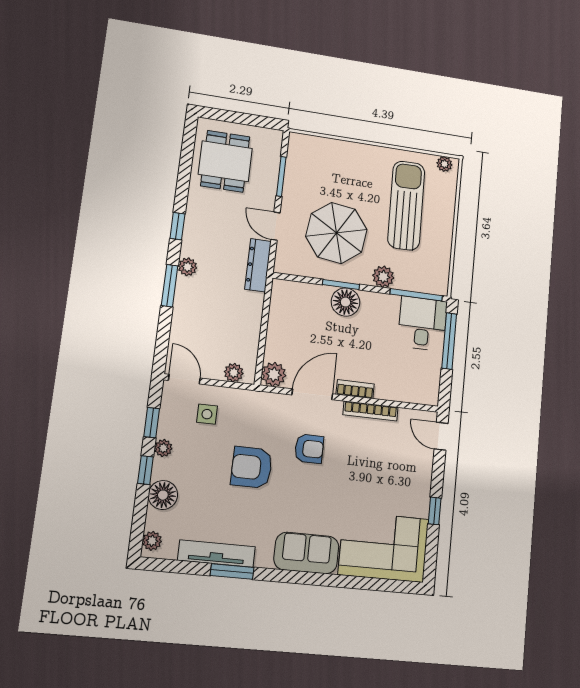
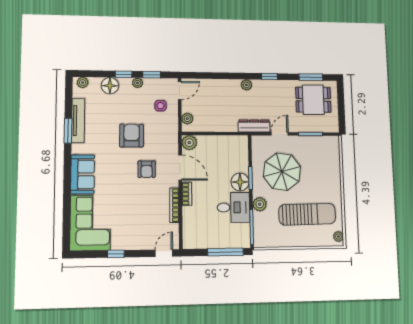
window: (170, 286) -> (311, 77), moved
desk: (422, 324) -> (233, 207), moved

